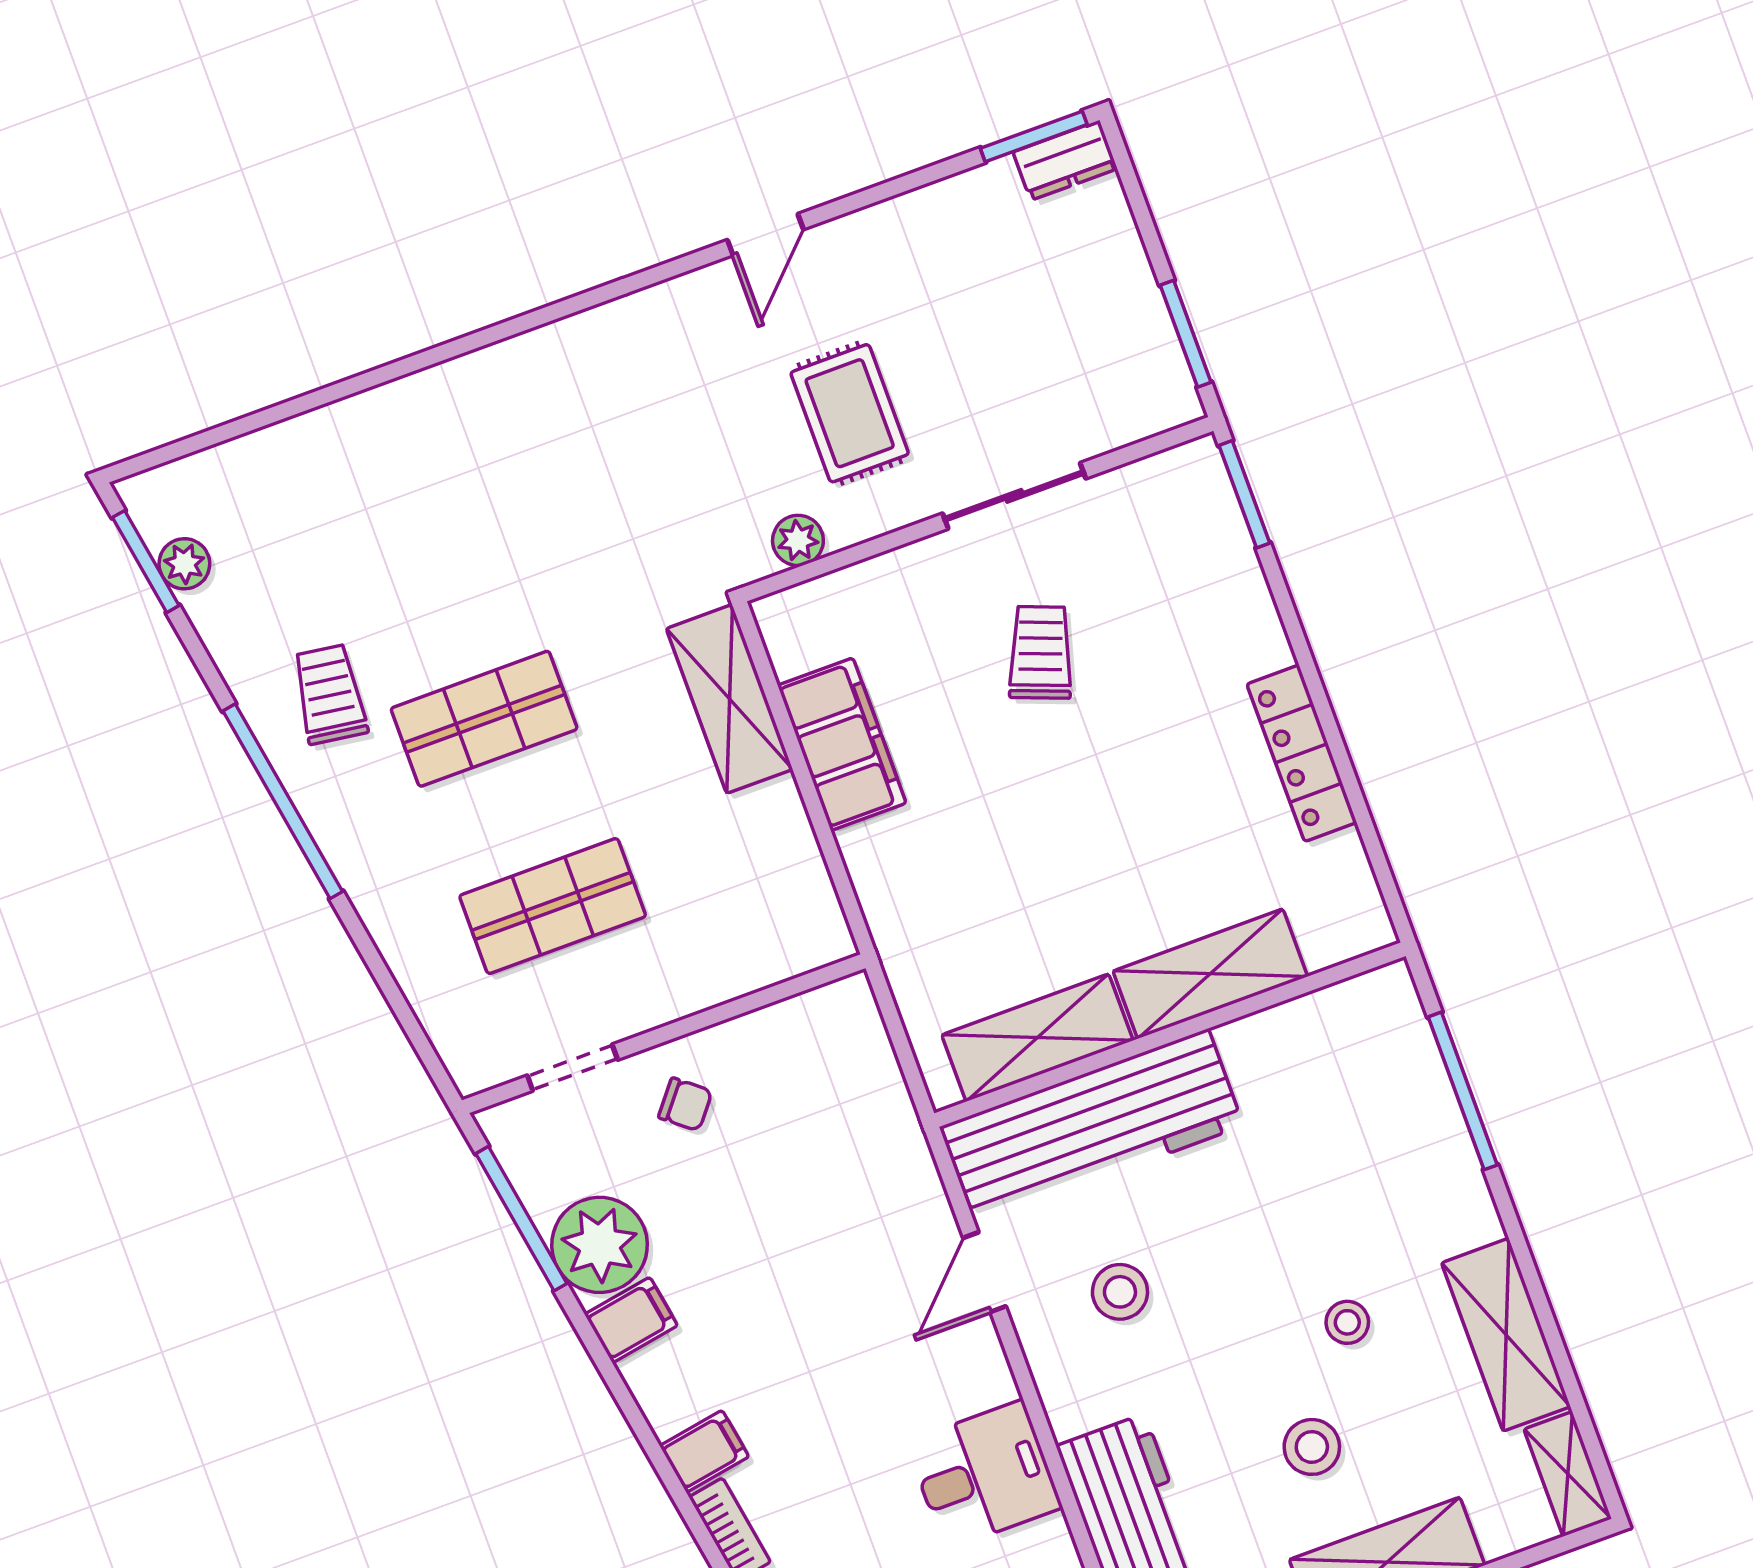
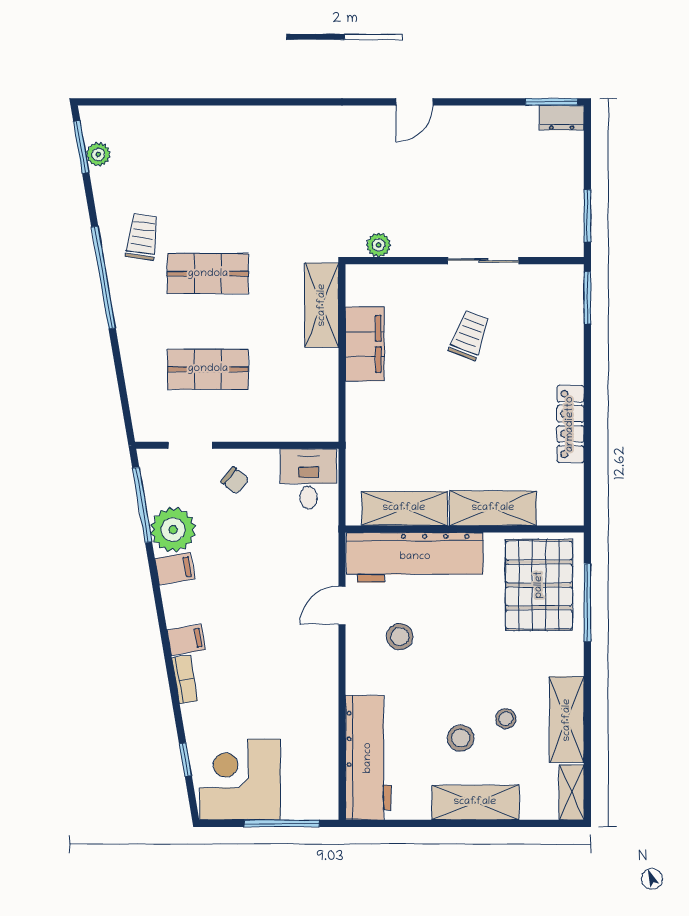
rug: (850, 413) -> (423, 196), removed
pallet: (1355, 1091) -> (539, 585), added
stool: (1347, 1322) -> (506, 719), moved
desk: (984, 1475) -> (308, 479), moved, turned -90

